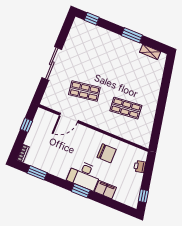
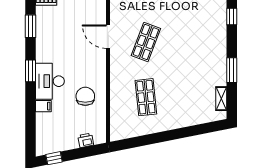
shop shelf: (84, 91) -> (146, 42), turned 30
chair: (107, 153) -> (85, 96), turned 180
filing cabinet: (105, 190) -> (43, 106), width x0.50
window: (81, 191) -> (31, 71), moved

